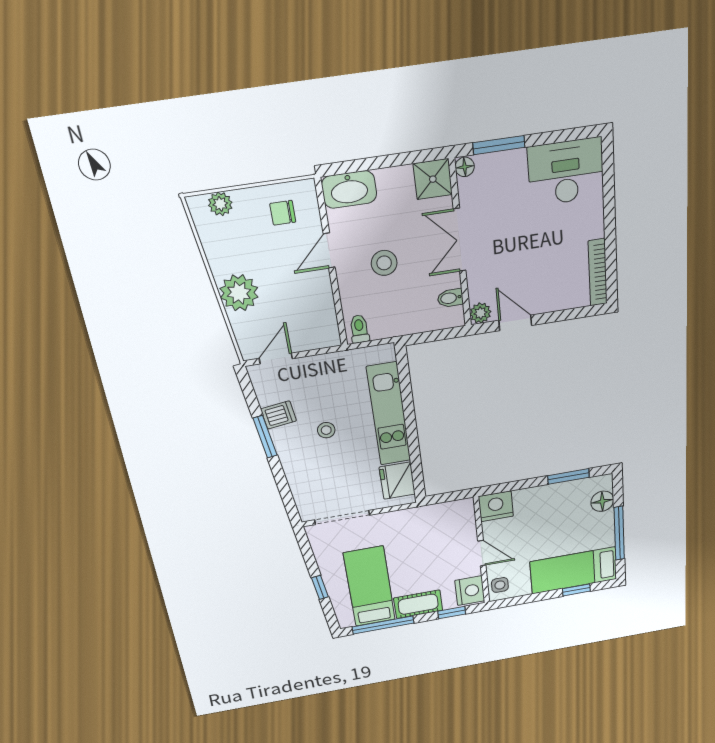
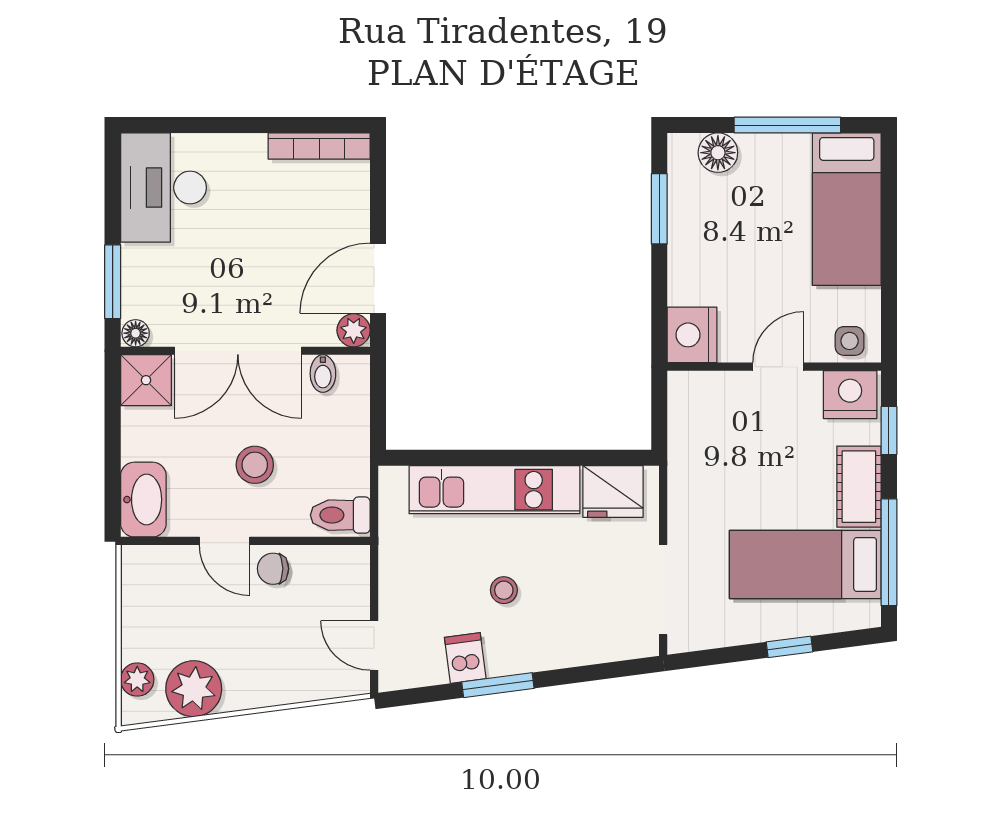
chair: (283, 213) -> (273, 569), moved, turned 90
double door: (460, 240) -> (238, 351), width x1.37
plant: (239, 293) -> (194, 689), moved
door: (515, 323) -> (378, 278), width x1.37
toilet: (359, 329) -> (340, 515), width x1.37, depth x1.39
window: (576, 590) -> (889, 206), removed

